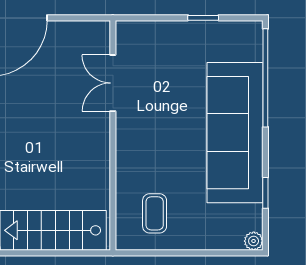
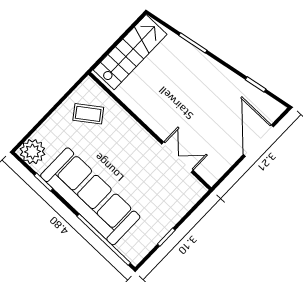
coffee table: (155, 213) -> (88, 114), turned -36
plant: (254, 241) -> (33, 152), width x1.87, depth x1.87

